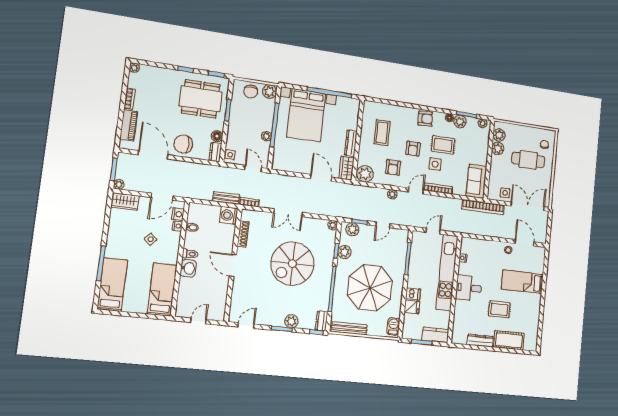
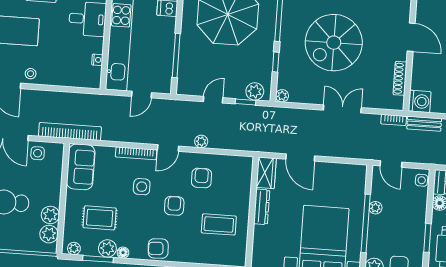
coffee table: (382, 133) -> (219, 224), turned 90
rug: (443, 145) -> (100, 218), moved
plant: (365, 174) -> (240, 167), removed
plant: (345, 252) -> (264, 61), removed
spiral stairs: (292, 264) -> (334, 43), turned 180

